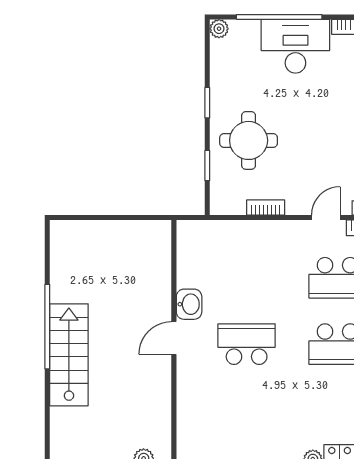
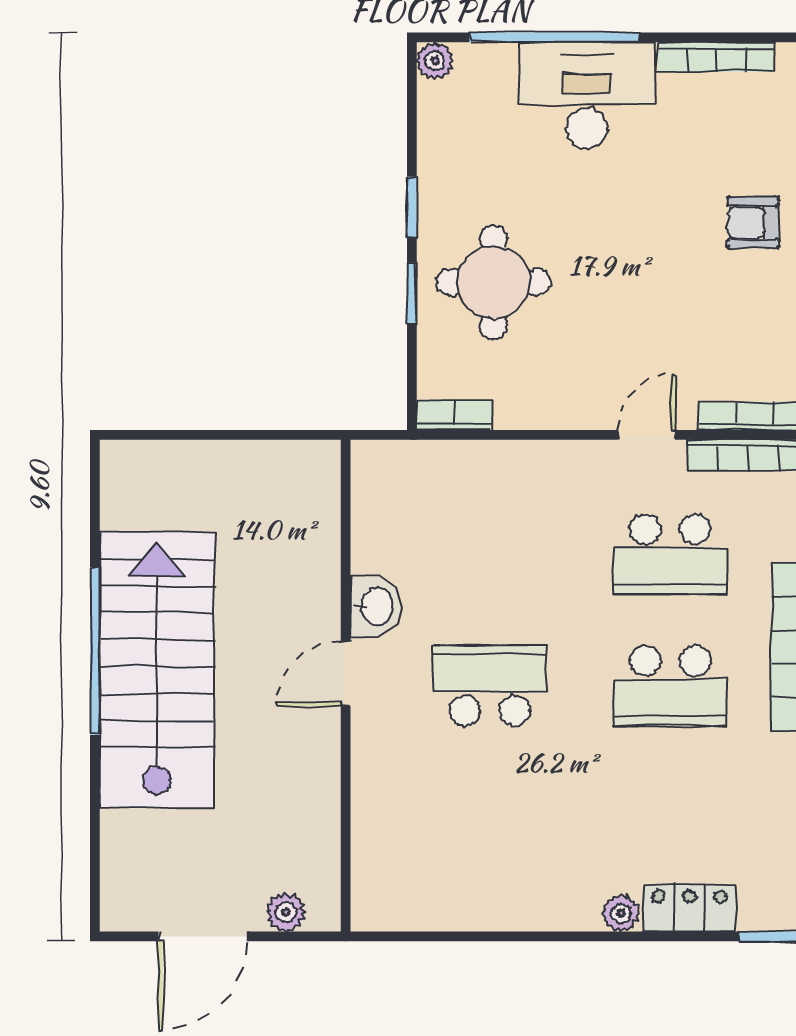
window: (207, 166) -> (412, 293), moved
bookcase: (266, 208) -> (454, 415), moved
stairs: (69, 355) -> (157, 670), width x1.36, depth x1.51

